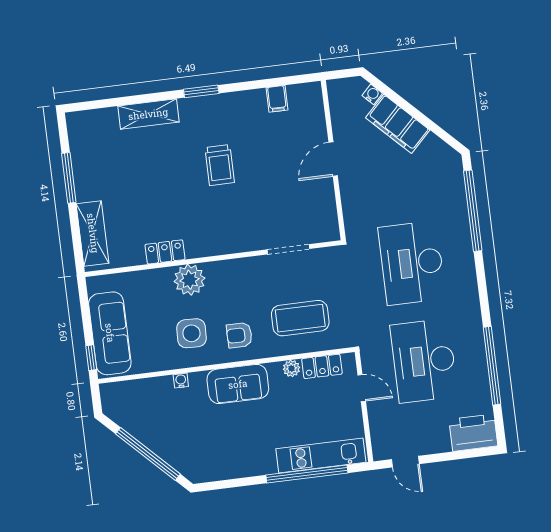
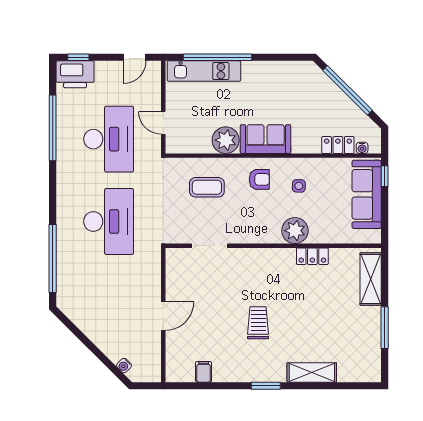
filing cabinet: (398, 124) -> (106, 339), removed
coffee table: (300, 318) -> (207, 187), width x0.73, depth x0.76
side table: (191, 333) -> (299, 186), width x0.54, depth x0.54
locker: (322, 366) -> (338, 145), moved
plant: (291, 368) -> (226, 140), width x1.87, depth x1.87
water cooler: (181, 381) -> (362, 148), moved
window: (472, 453) -> (78, 57), added
door: (405, 462) -> (135, 57), swing flipped

